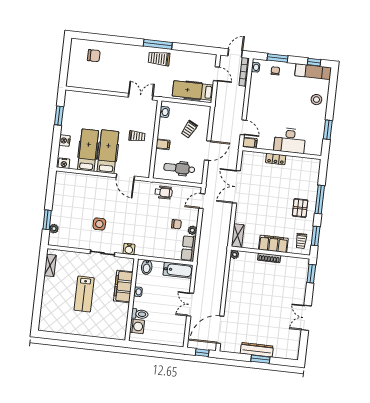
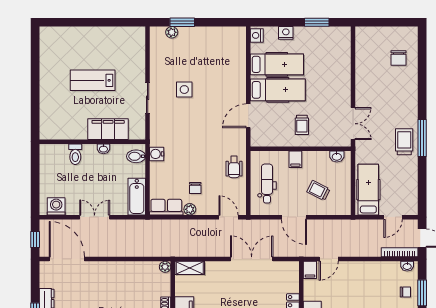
water cooler: (129, 249) -> (157, 154), moved
shelving: (50, 265) -> (124, 33), removed
washing machine: (137, 326) -> (56, 206), moved, turned 180

